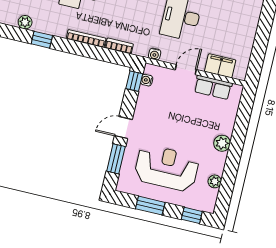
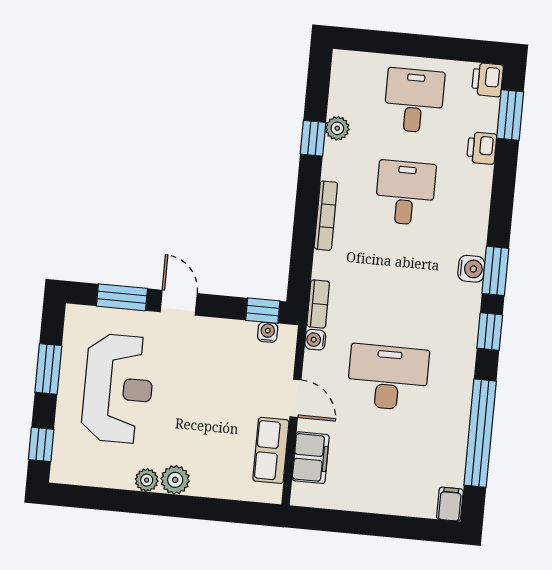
plant: (25, 22) -> (337, 128), moved
bookcase: (119, 46) -> (318, 304), moved
plant: (215, 181) -> (147, 480), moved

